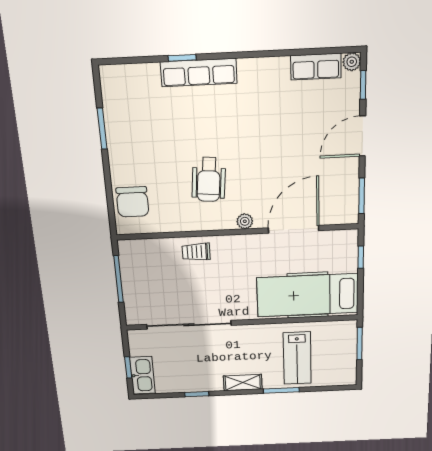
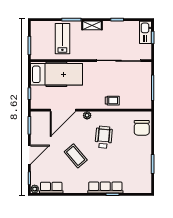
coffee table: (265, 138) -> (76, 156), added
chair: (132, 202) -> (142, 128), turned 180

